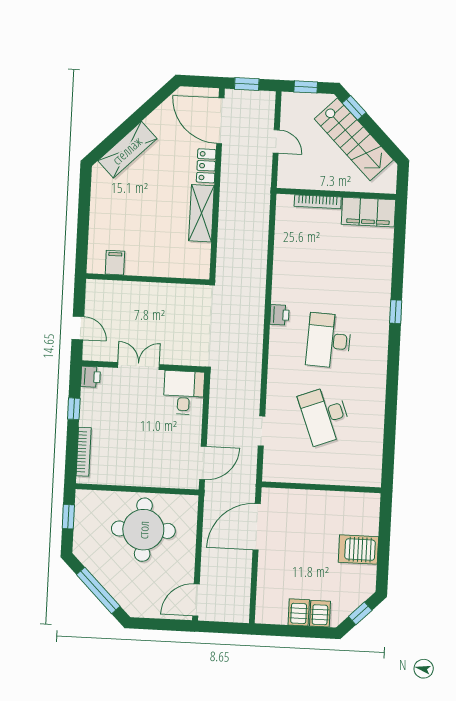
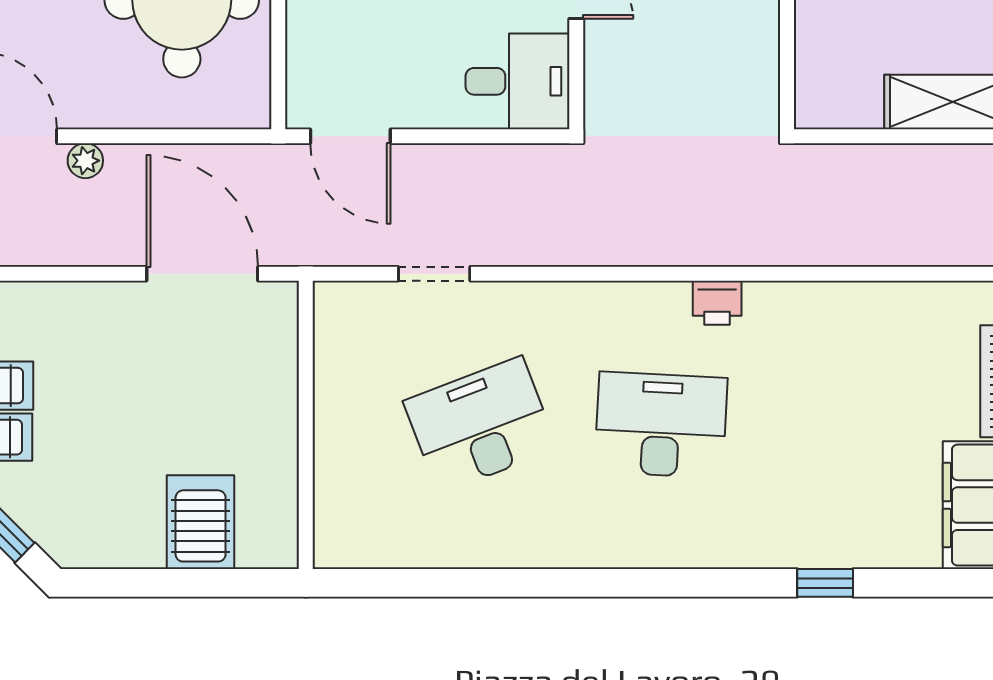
window: (396, 312) -> (825, 583), moved
server rack: (358, 549) -> (201, 522), moved
plant: (208, 573) -> (85, 161), added

